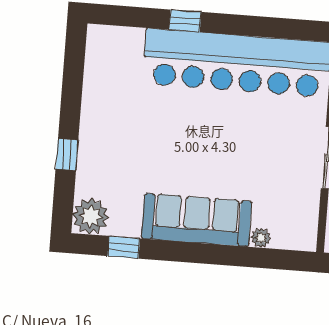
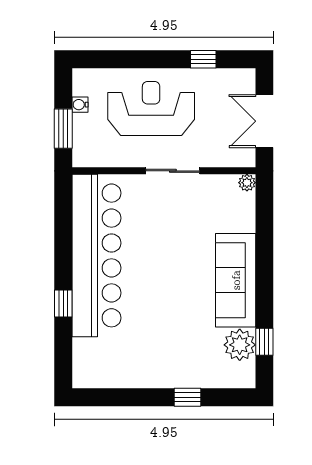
plant: (91, 216) -> (240, 345), moved
plant: (261, 238) -> (247, 183), moved

